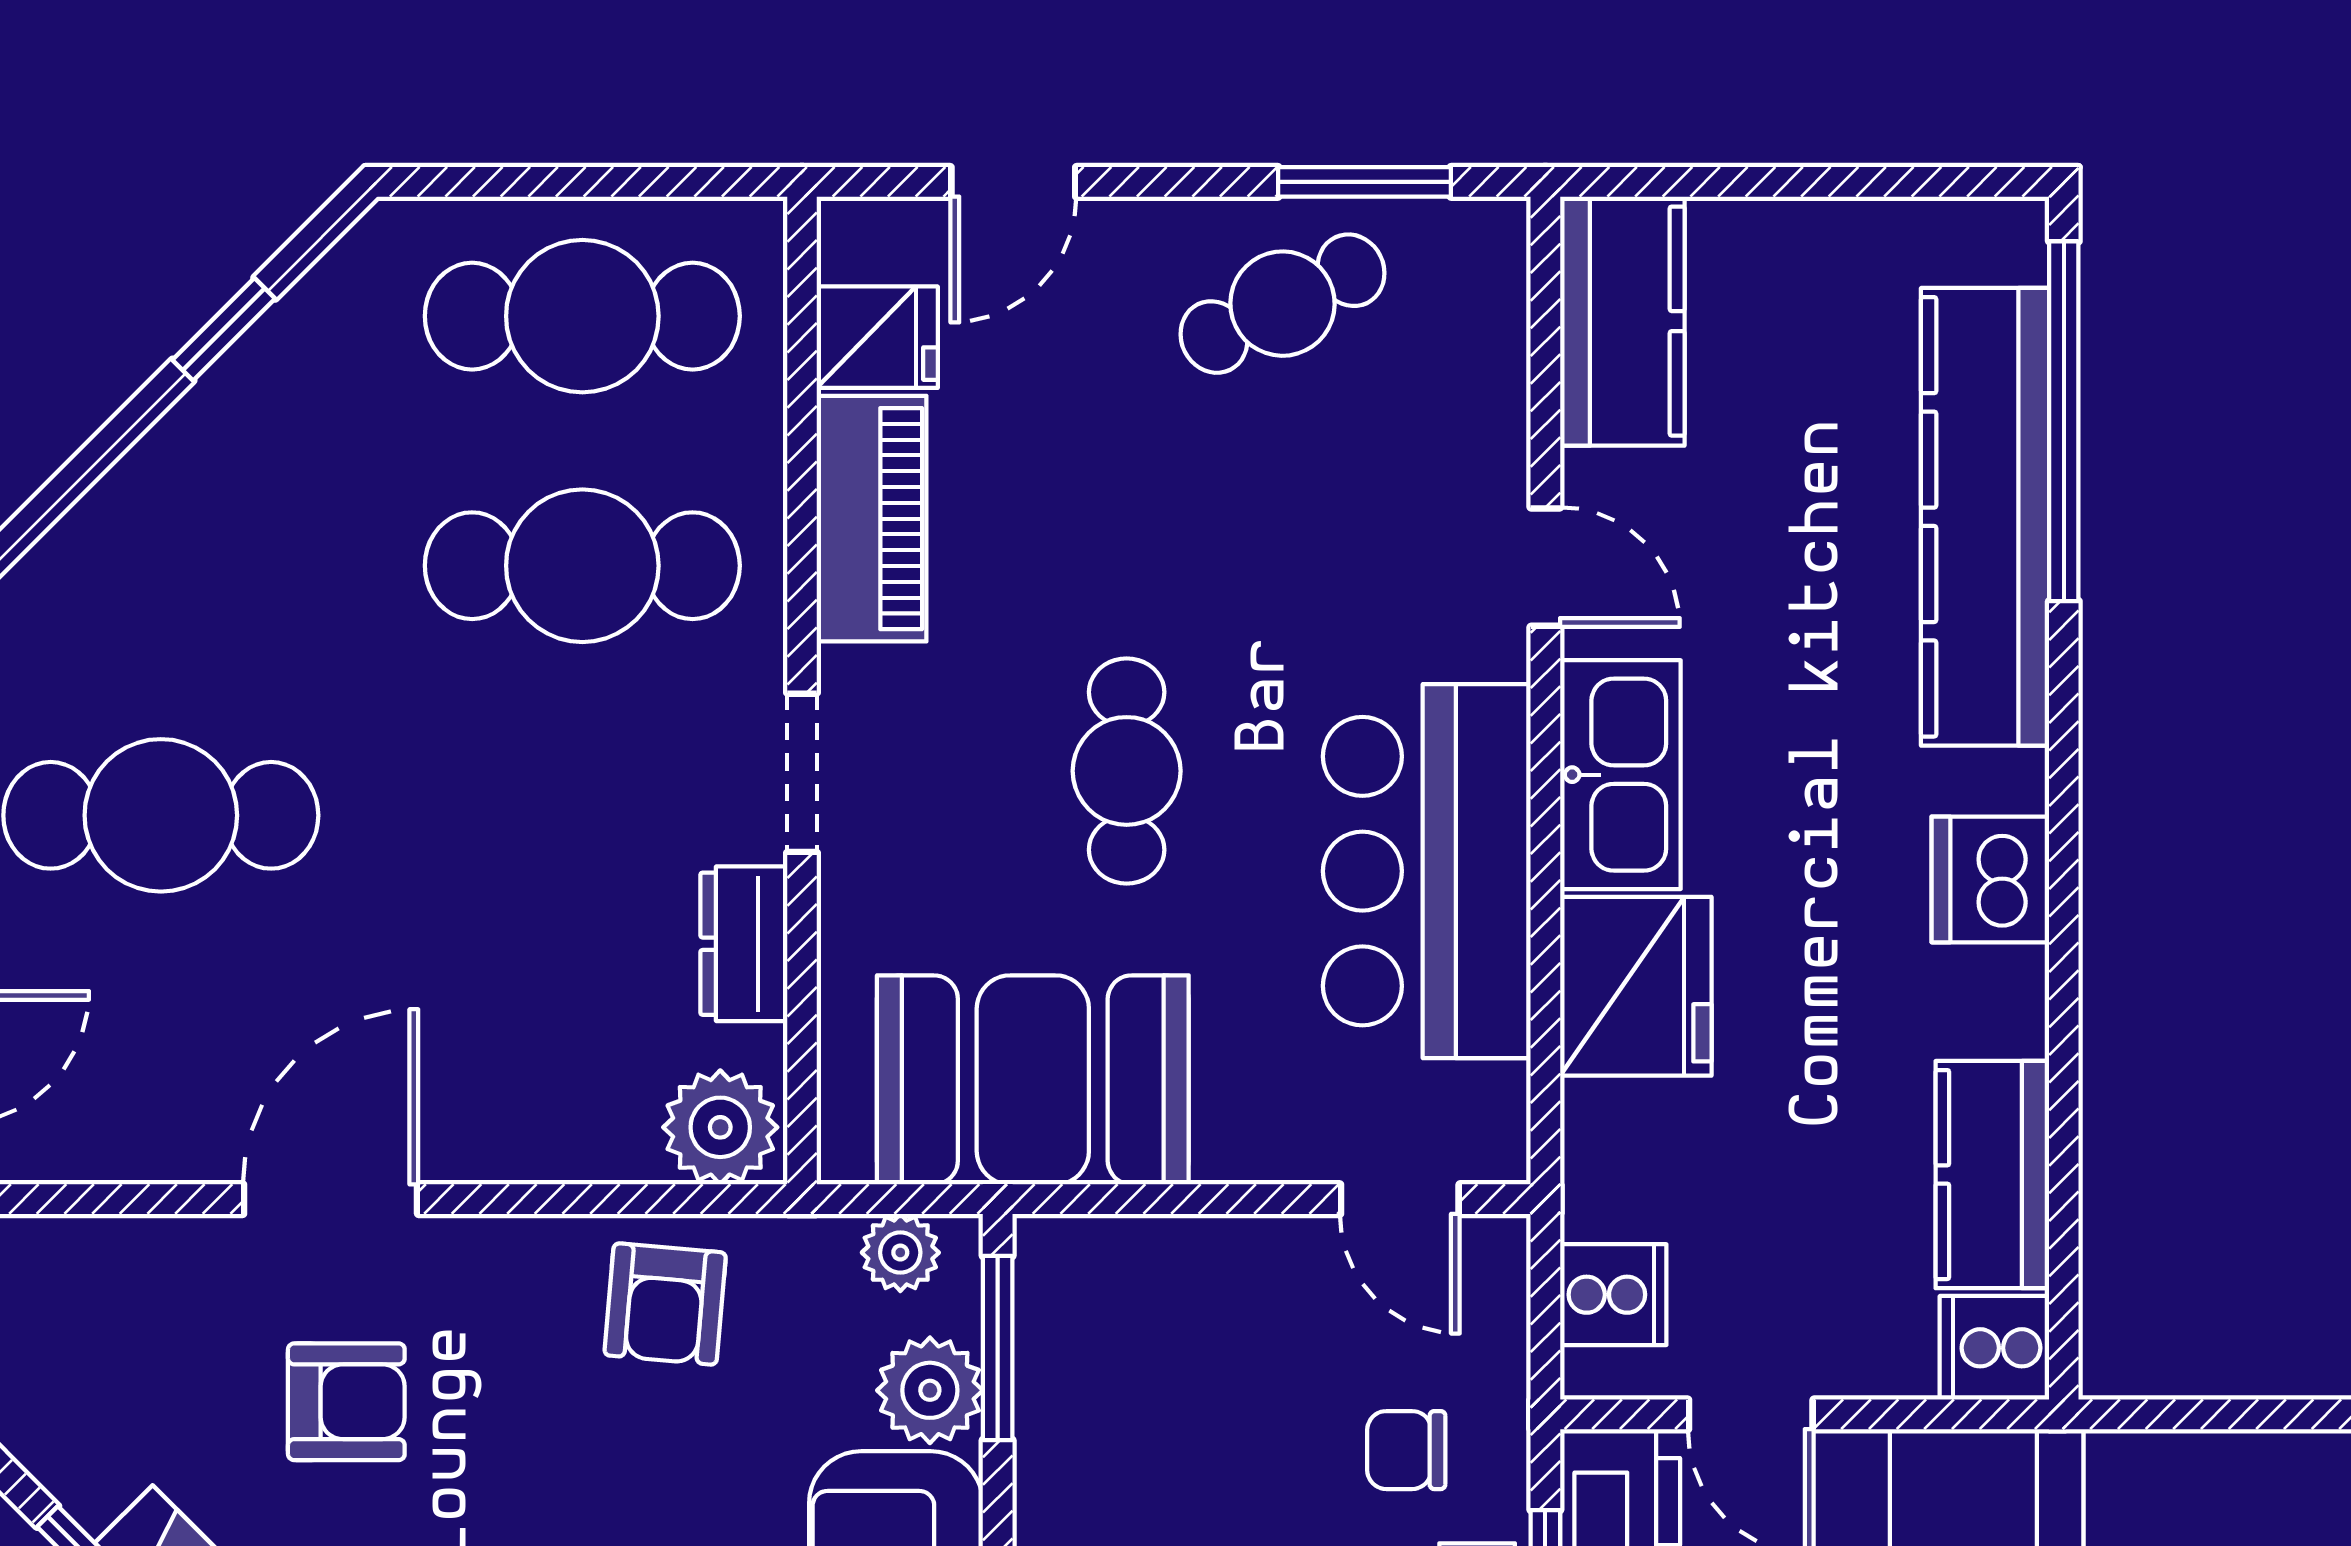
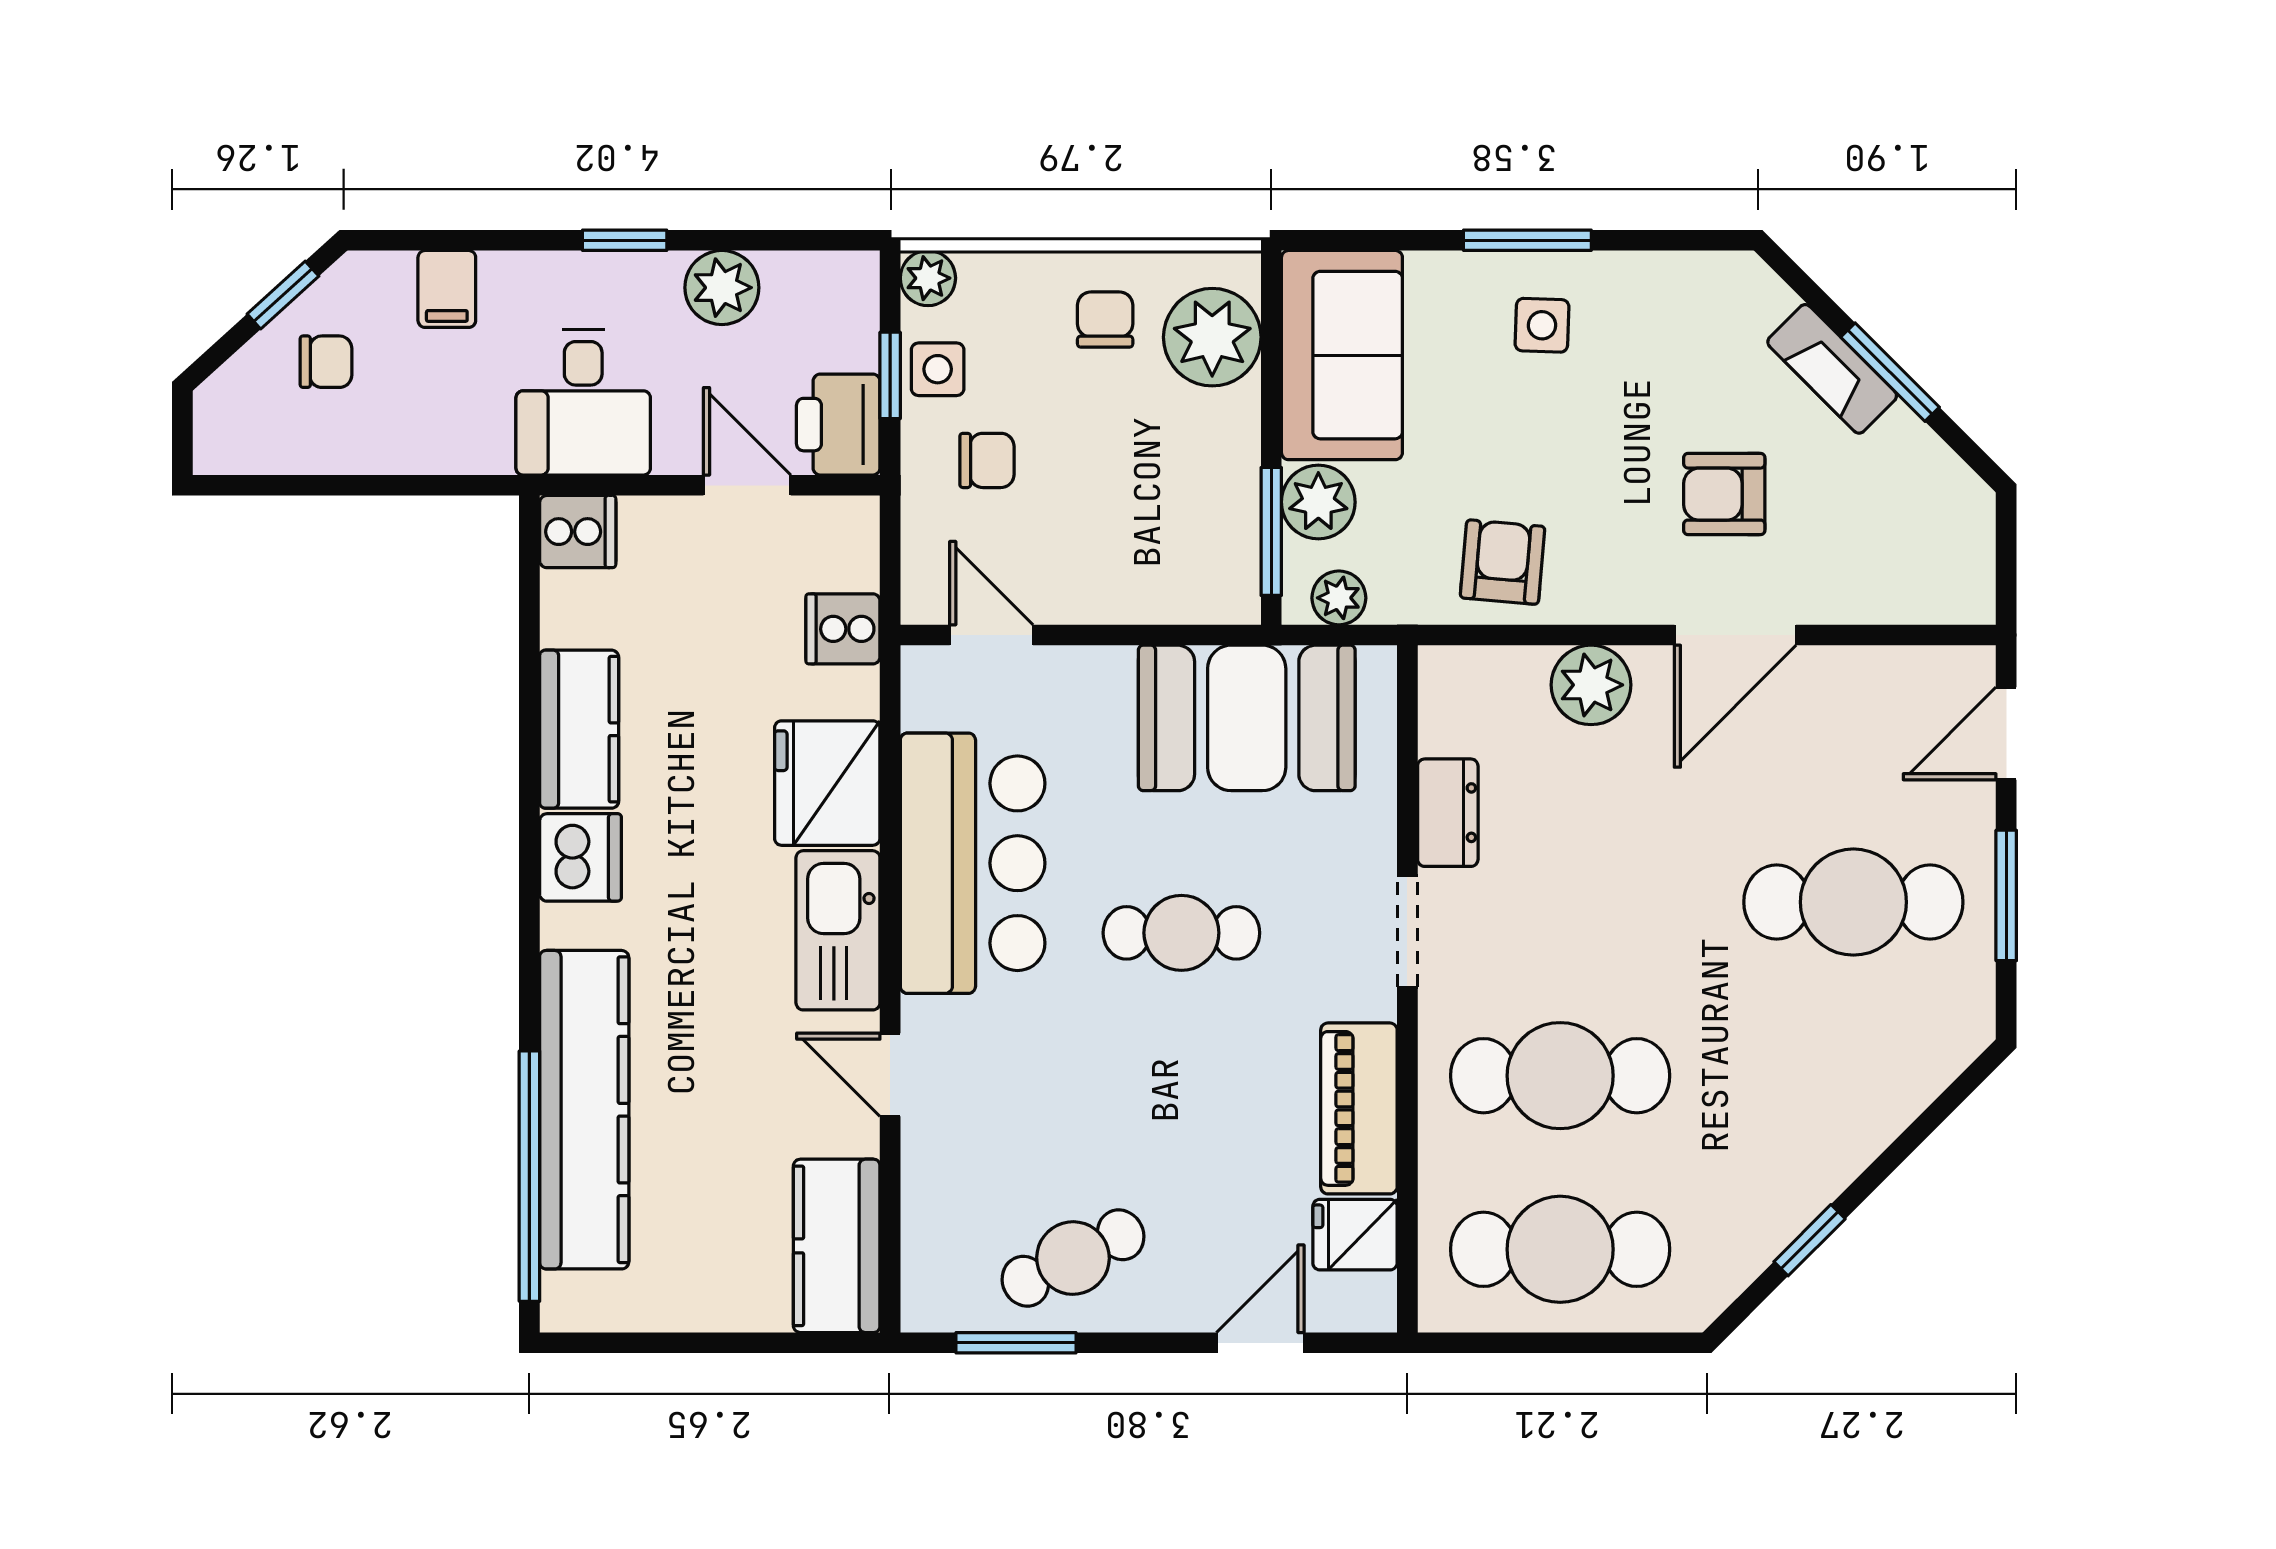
cafe table: (1127, 771) -> (1181, 933), turned 90
plant: (720, 1127) -> (1591, 685), moved
kitchen counter: (1992, 1175) -> (579, 729), moved
cooker: (1613, 1295) -> (843, 629), moved

